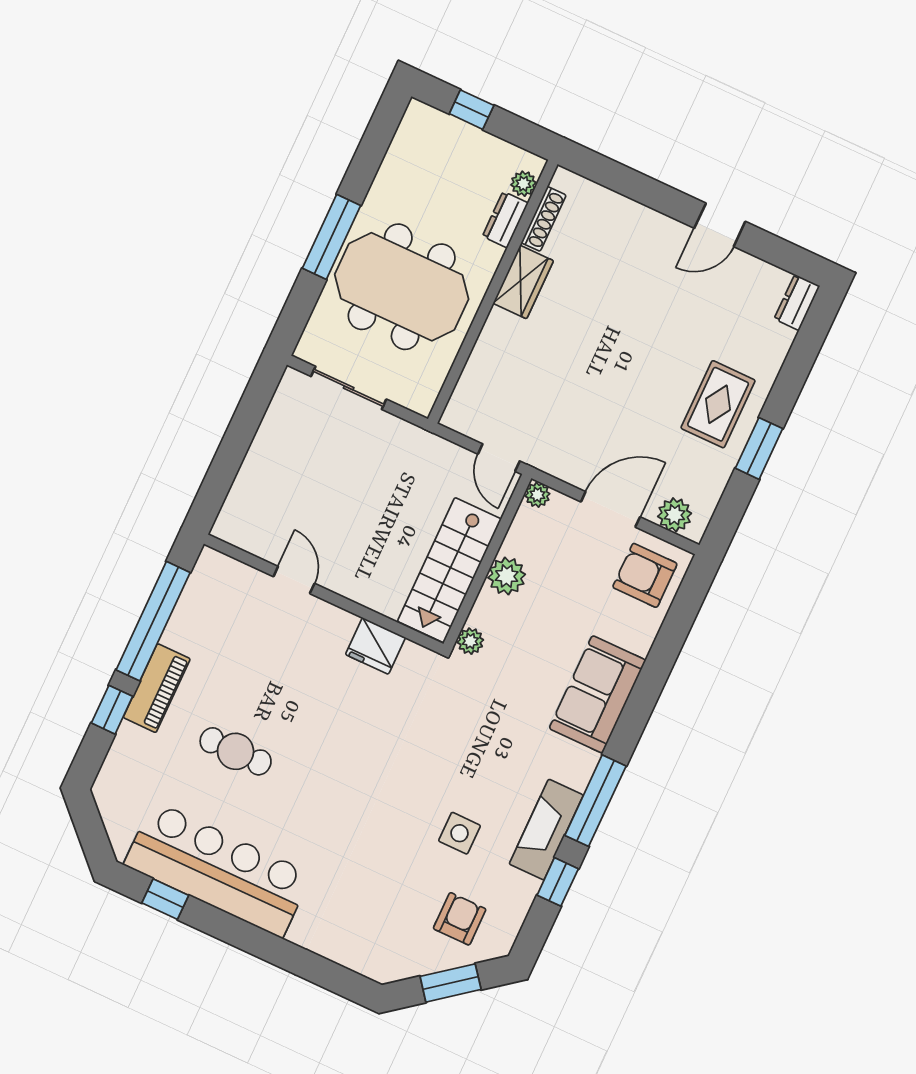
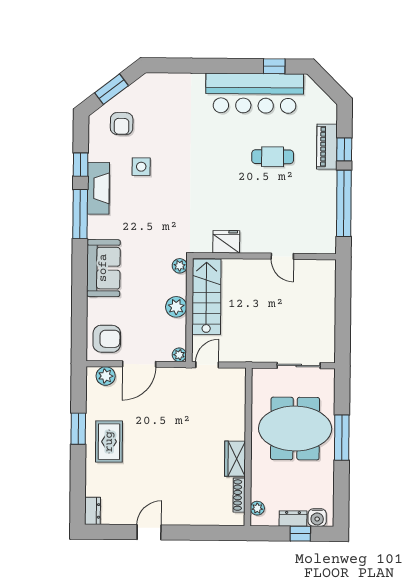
water cooler: (432, 124) -> (317, 518), added
dresser: (505, 220) -> (293, 519), moved, turned -90
door: (499, 458) -> (207, 365), hinge flipped
piano: (157, 688) -> (327, 147), moved

